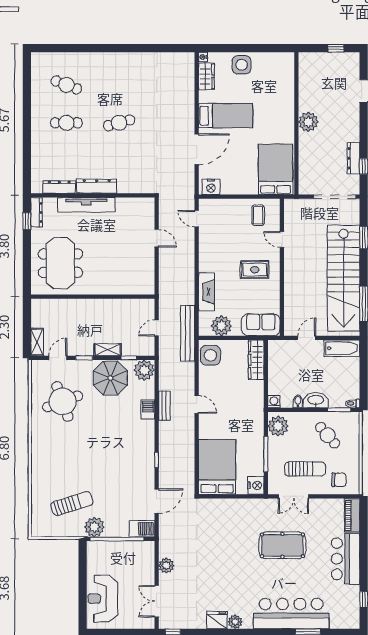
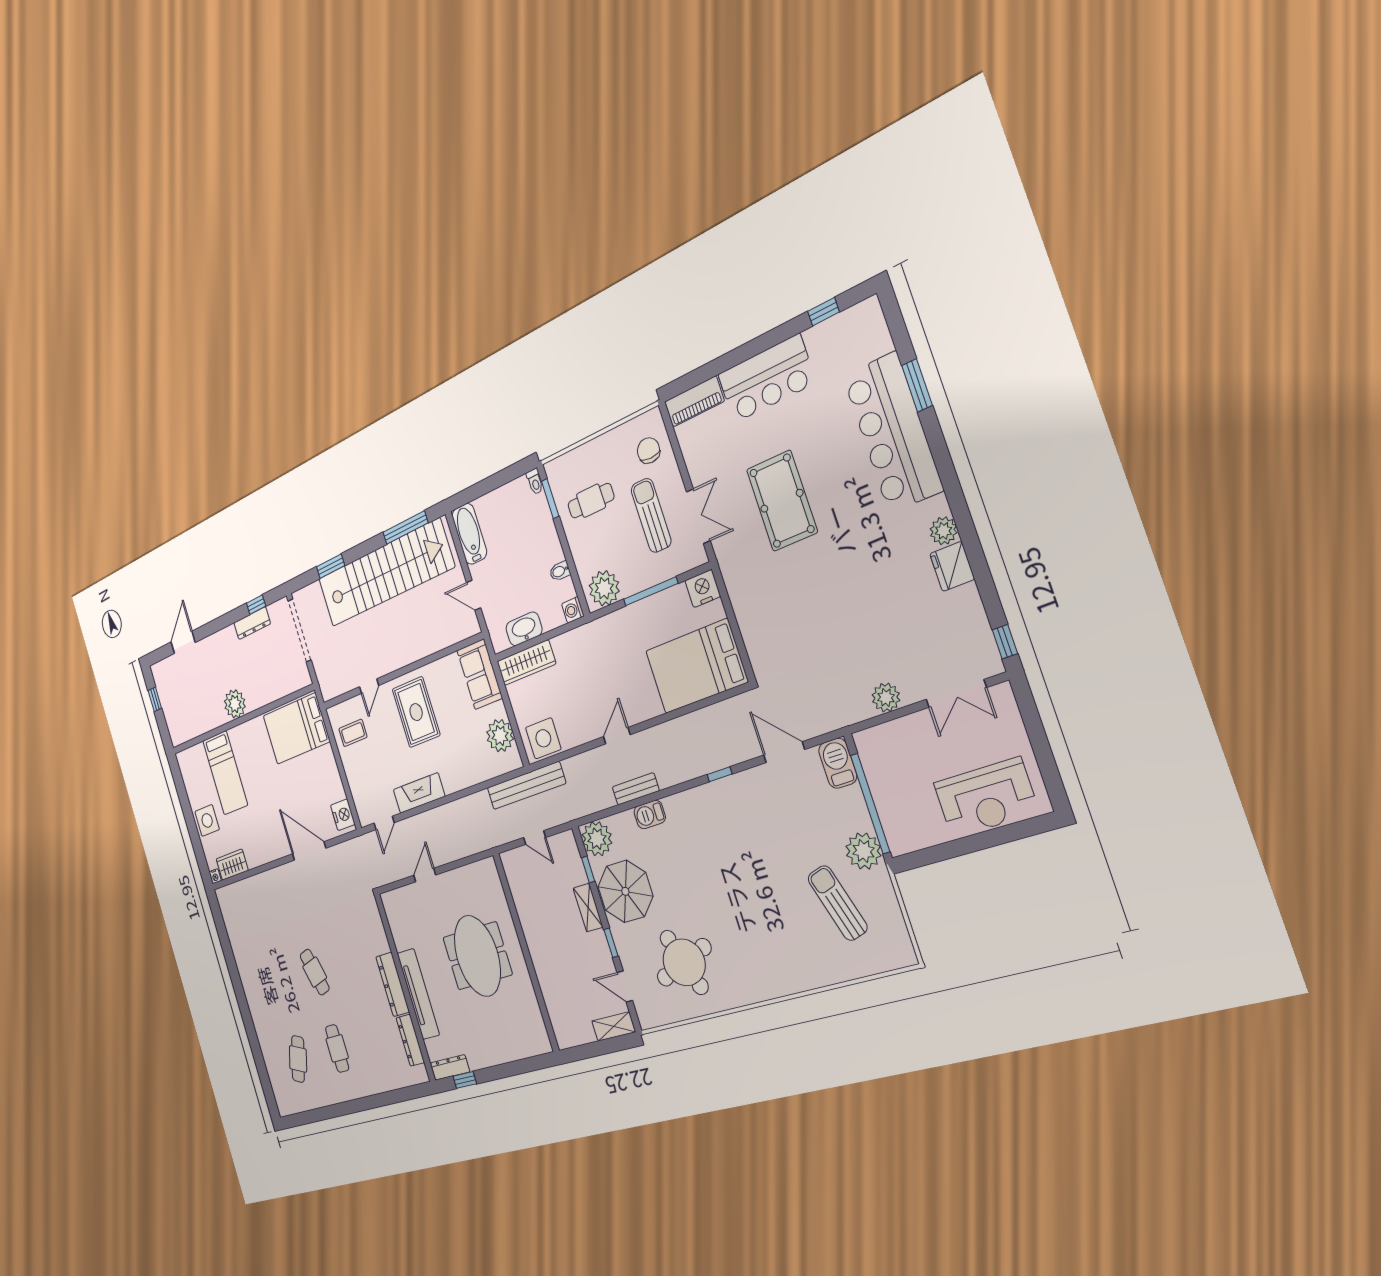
bed: (226, 116) -> (225, 773), moved, turned 180
meeting table: (60, 263) -> (477, 956), moved, turned 90
rug: (255, 270) -> (416, 712), width x1.36, depth x1.43
fireplace: (206, 292) -> (419, 793), moved
washbasin: (316, 400) -> (524, 629), moved, turned 90
cafe table: (328, 435) -> (591, 501), turned 41

